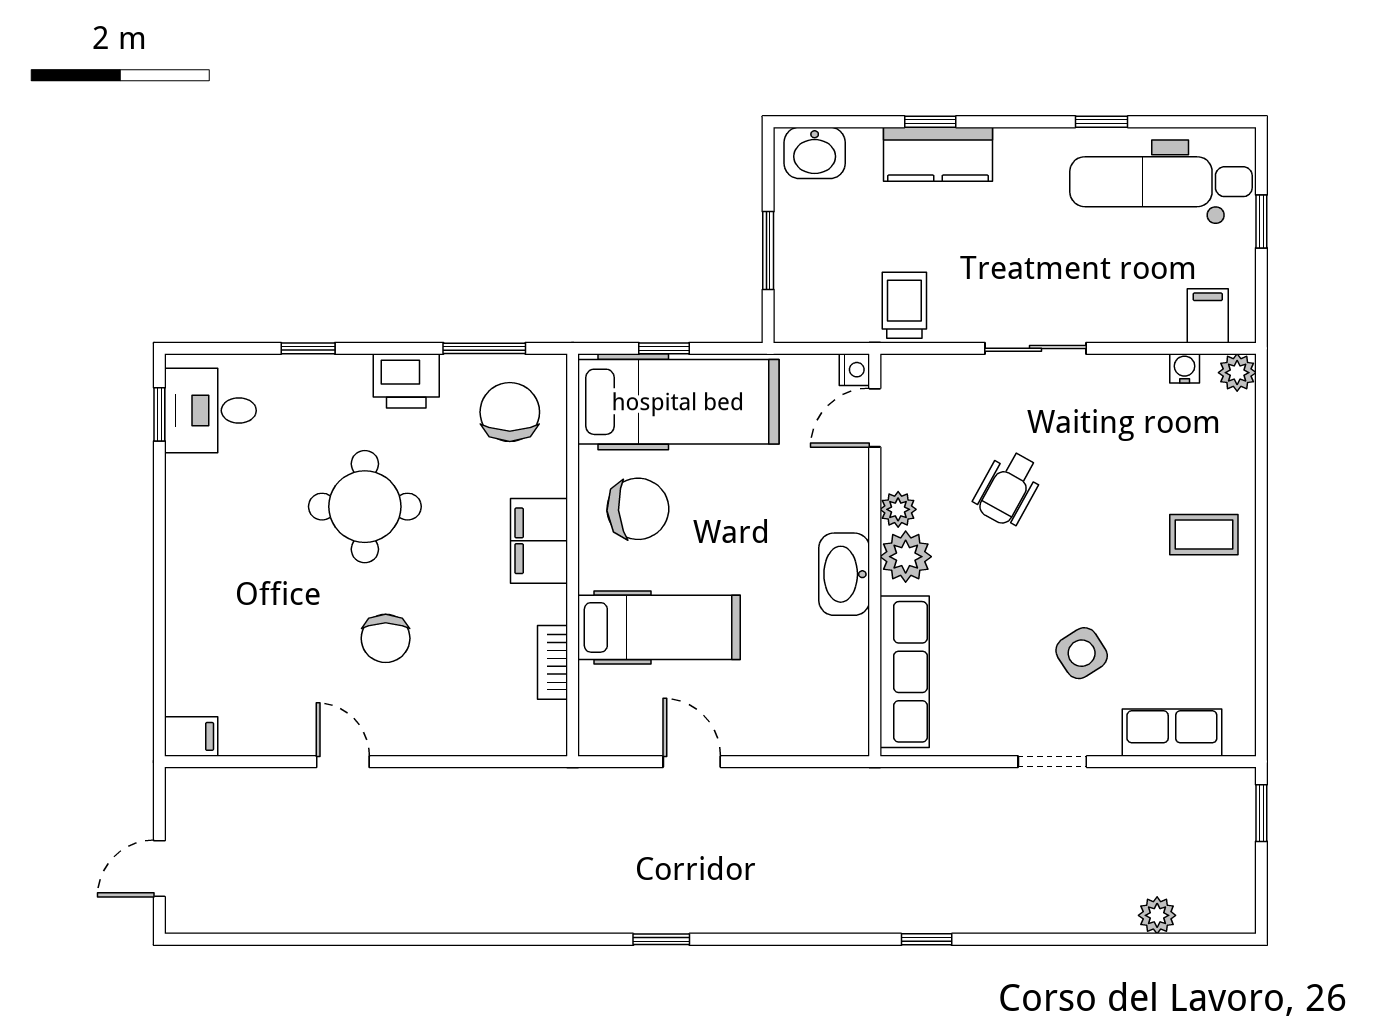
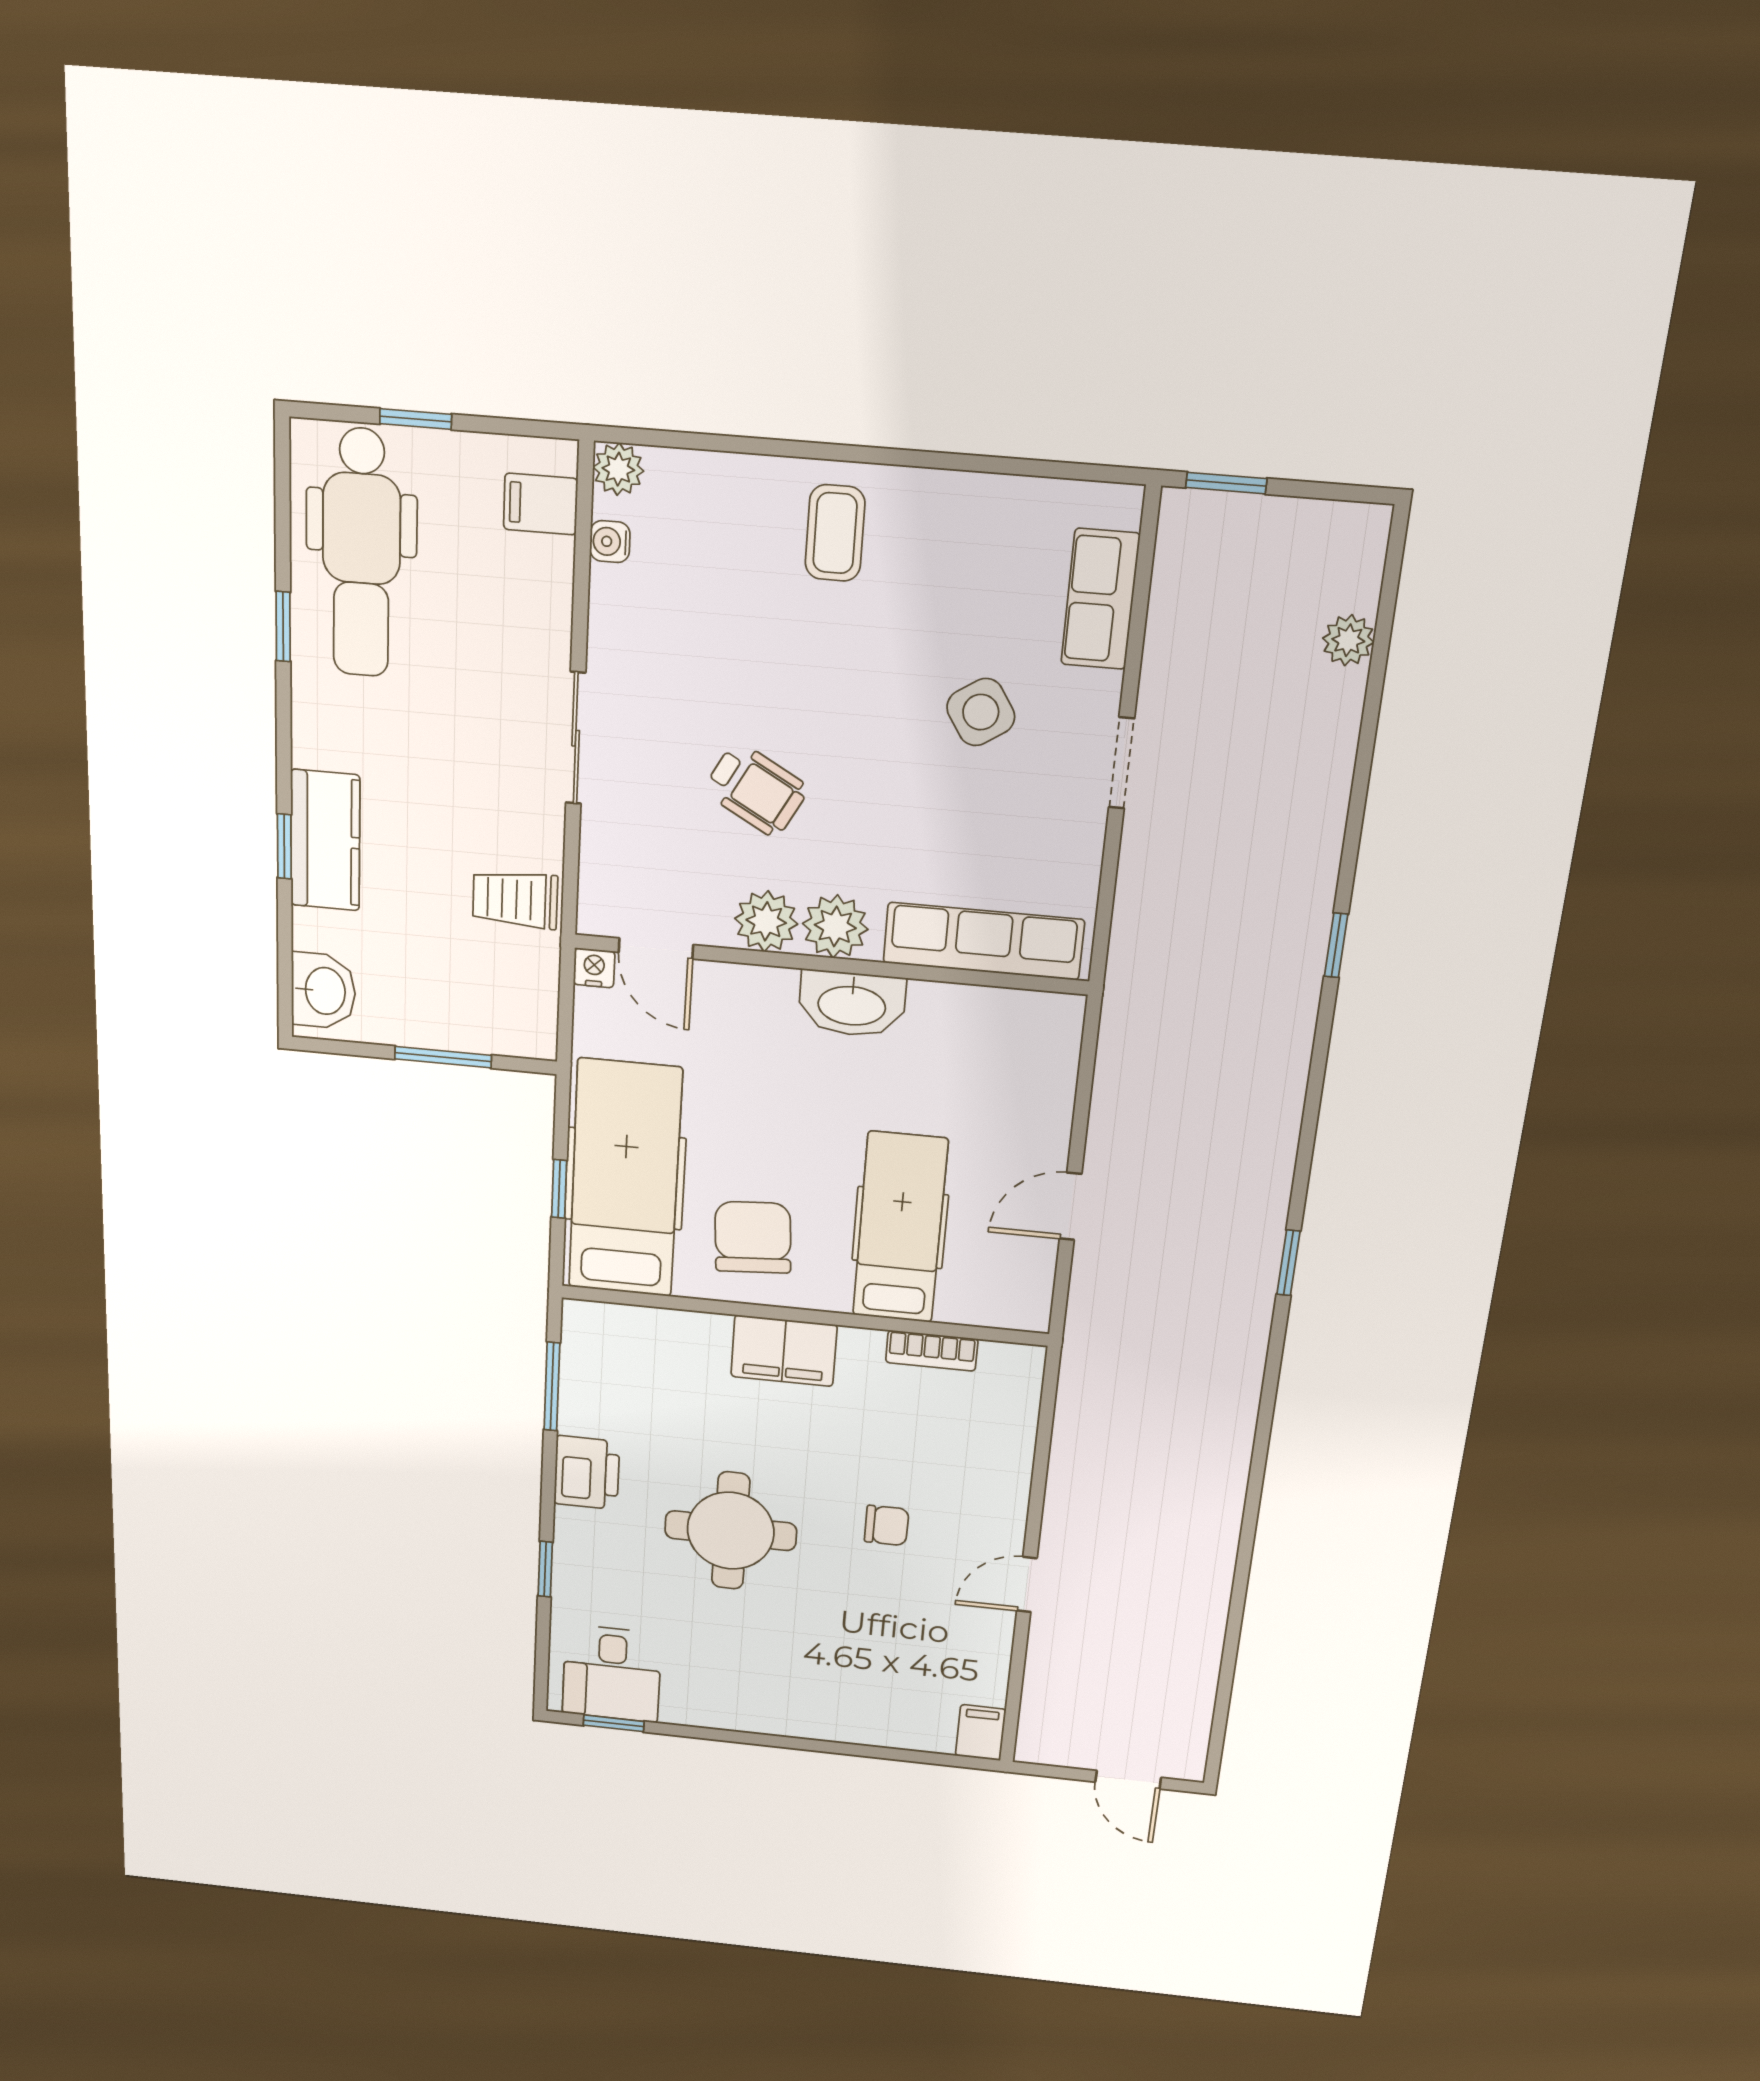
chair: (510, 412) -> (628, 1367), removed
plant: (898, 509) -> (766, 921), width x1.38, depth x1.38
chair: (386, 638) -> (887, 1525), width x0.73, depth x0.73

